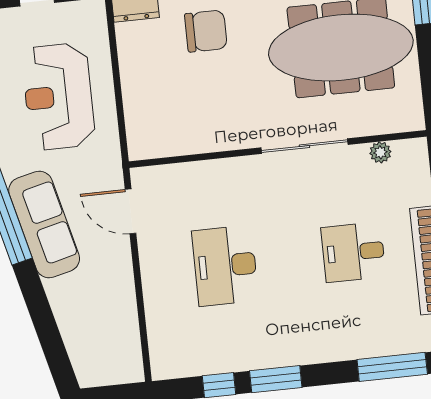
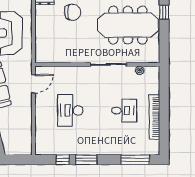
door: (131, 211) -> (33, 84), swing flipped
desk: (353, 252) -> (124, 110), turned 180

